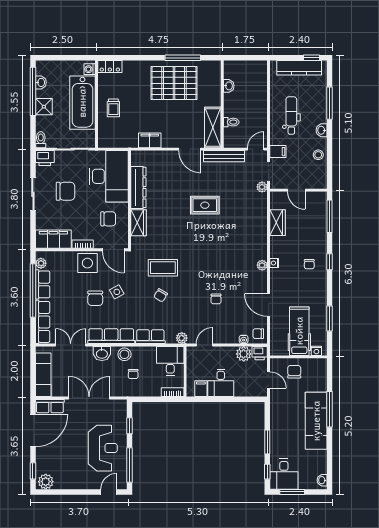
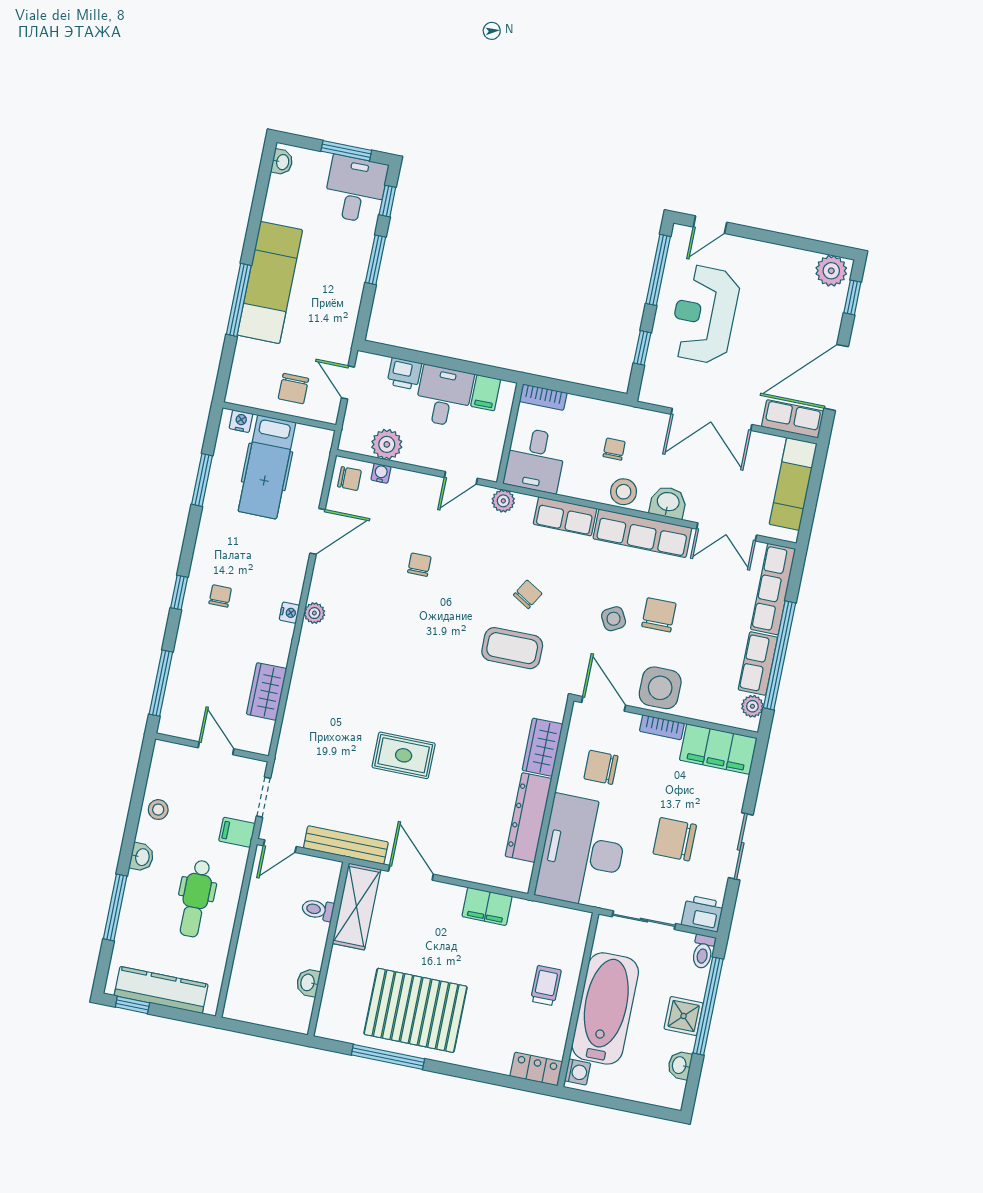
window: (33, 91) -> (708, 1006), moved
plant: (262, 187) -> (283, 768), removed
door: (269, 305) -> (318, 531), hinge flipped
printer: (260, 353) -> (404, 374), moved, turned 180

